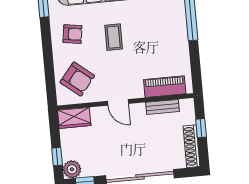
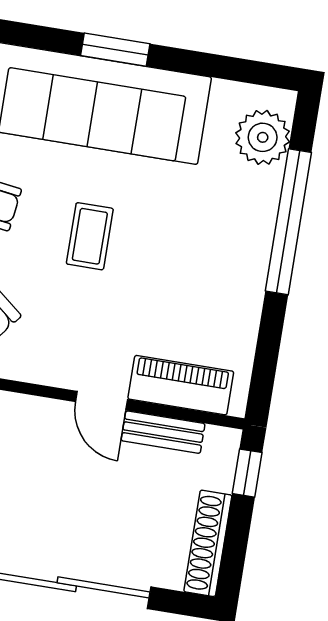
door: (118, 102) -> (101, 401), moved
window: (201, 128) -> (247, 473), moved

